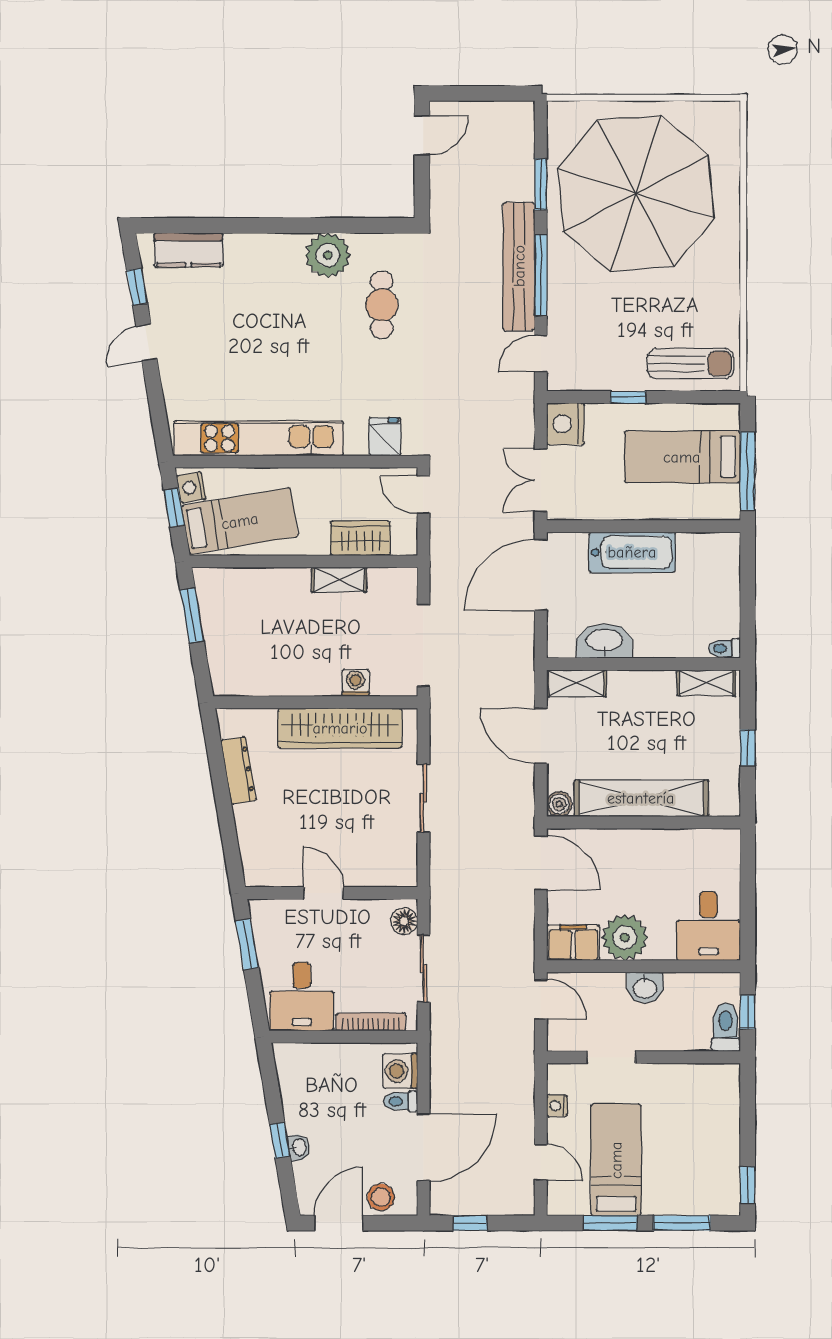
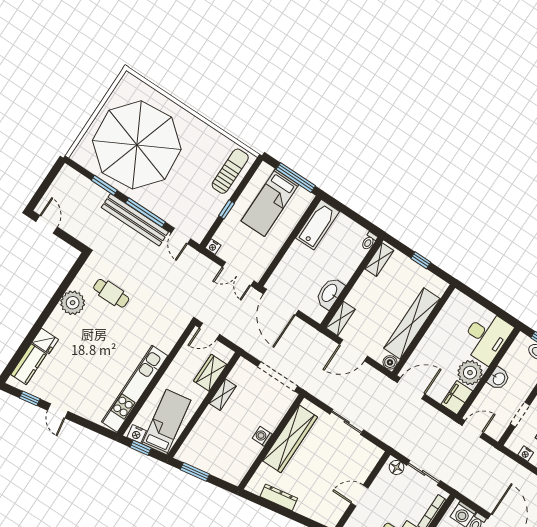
nightstand: (565, 424) -> (213, 247), width x0.53, depth x0.56
fridge: (385, 437) -> (45, 341), moved, turned 180
bathtub: (632, 552) -> (317, 225), moved
washing machine: (356, 683) -> (262, 436), moved
desk: (708, 926) -> (486, 337), width x1.37

